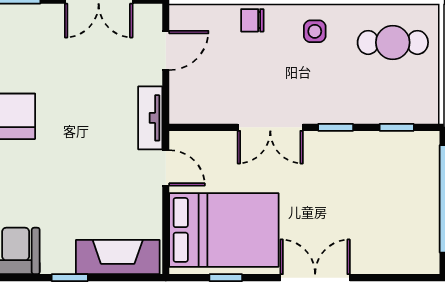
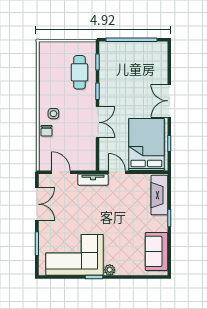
side table: (315, 31) -> (53, 114), moved
cafe table: (393, 42) -> (79, 72), moved
door: (166, 168) -> (117, 172), hinge flipped

